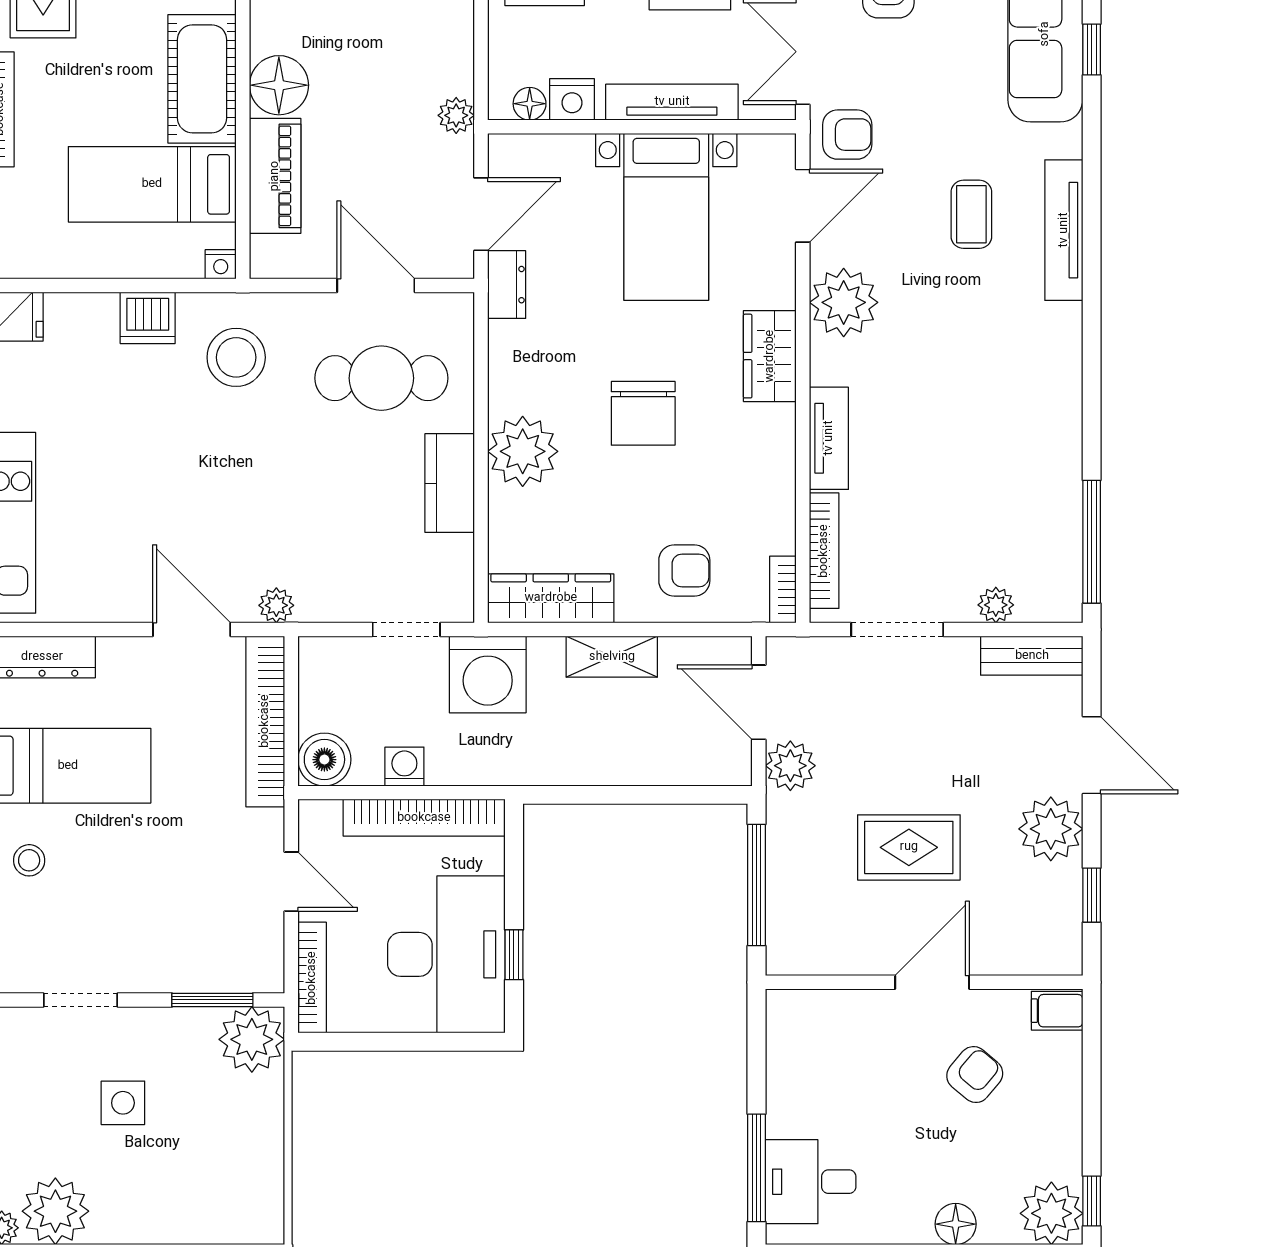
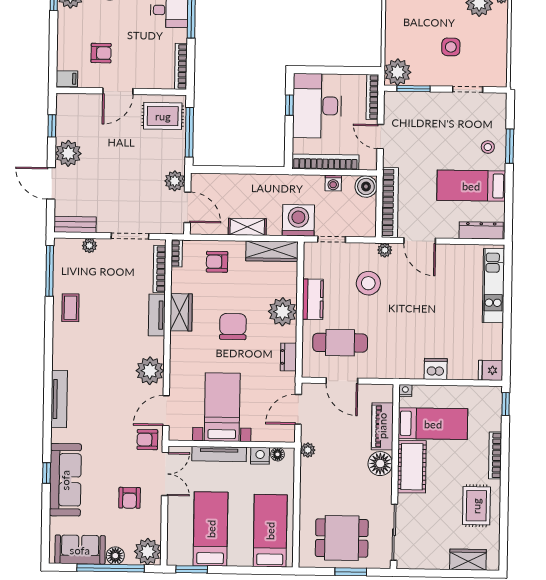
coffee table: (971, 214) -> (70, 308), moved
dresser: (507, 285) -> (288, 357), moved
wardrobe: (770, 356) -> (181, 312), moved
stool: (236, 357) -> (368, 283), moved
rug: (909, 847) -> (163, 116), moved
bookcase: (780, 1045) -> (181, 66), added
armchair: (975, 1075) -> (101, 53), turned -130

